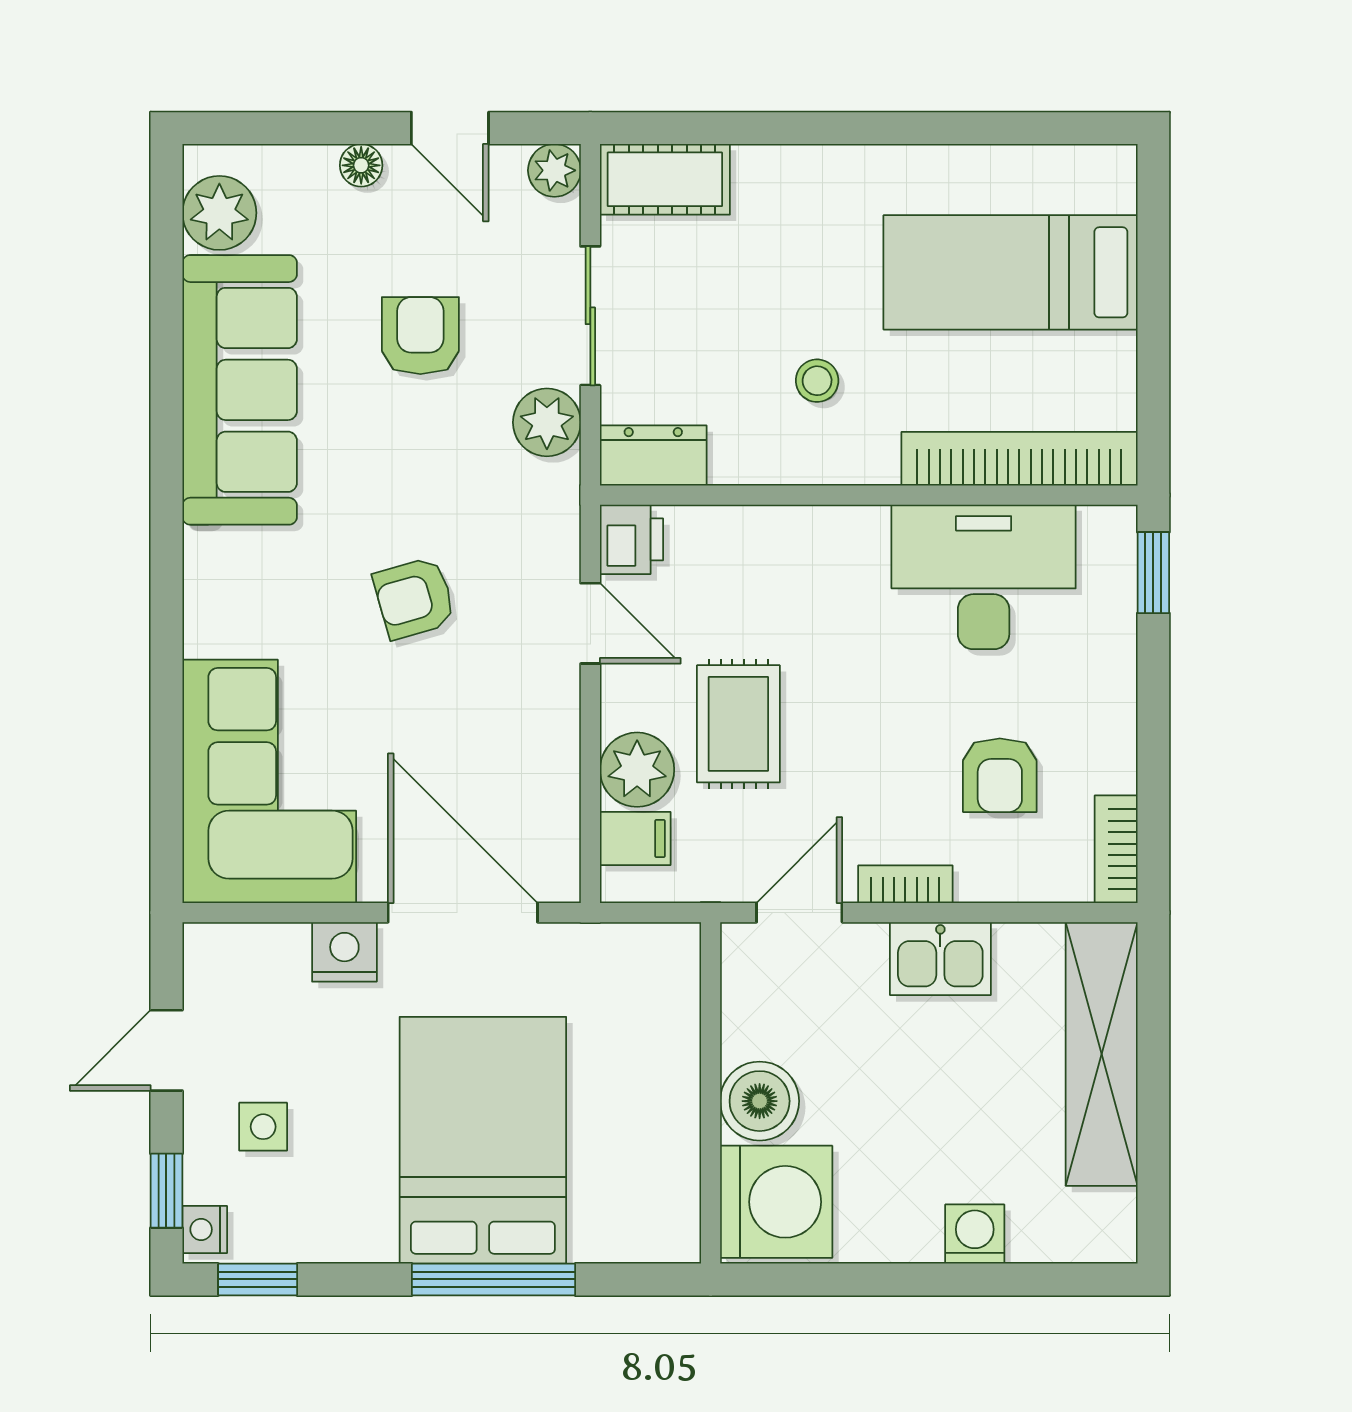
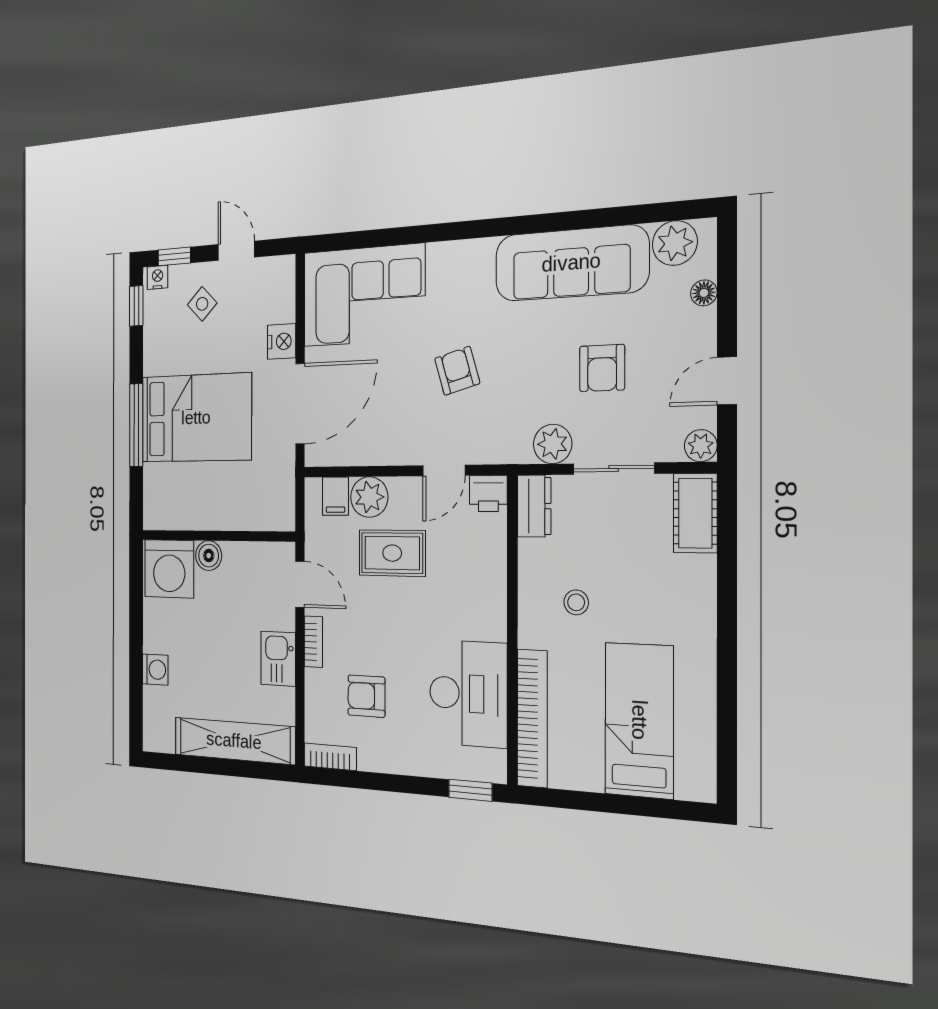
floor lamp: (361, 165) -> (704, 293), moved
armchair: (420, 336) -> (602, 368), turned 90
boiler: (760, 1101) -> (209, 556), width x0.73, depth x0.73
side table: (263, 1127) -> (202, 304), turned 45

